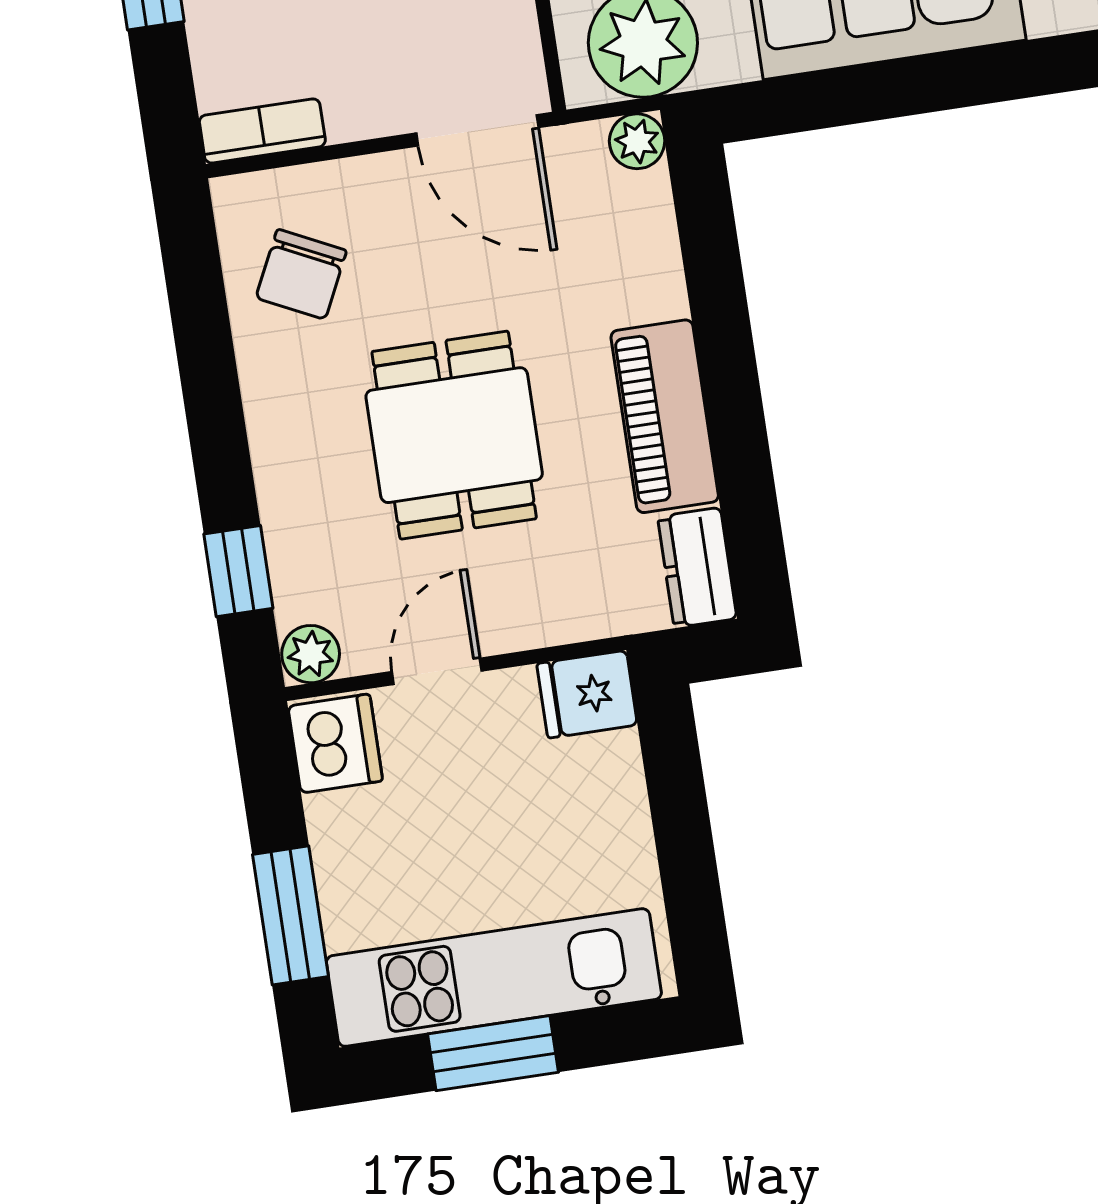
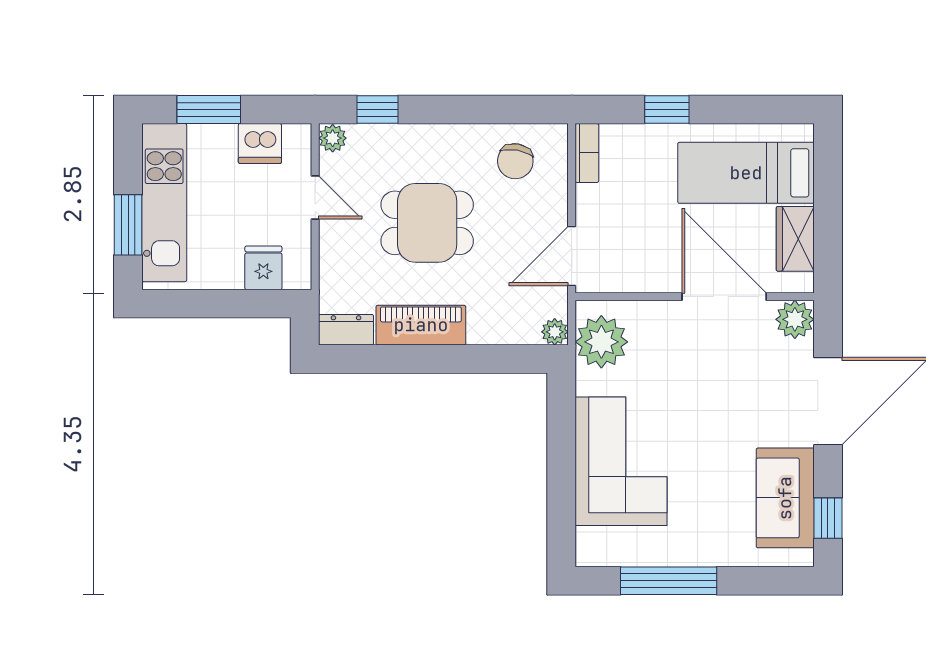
chair: (301, 274) -> (515, 161), turned -106
fridge: (587, 694) -> (263, 268), moved
dishwasher: (335, 743) -> (260, 144), moved
window: (493, 1053) -> (128, 225), moved

